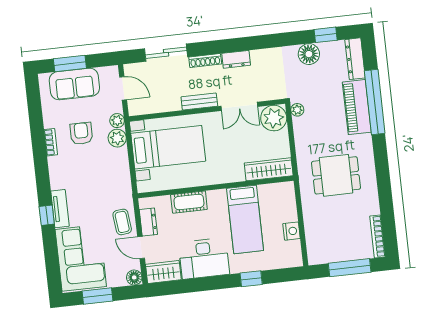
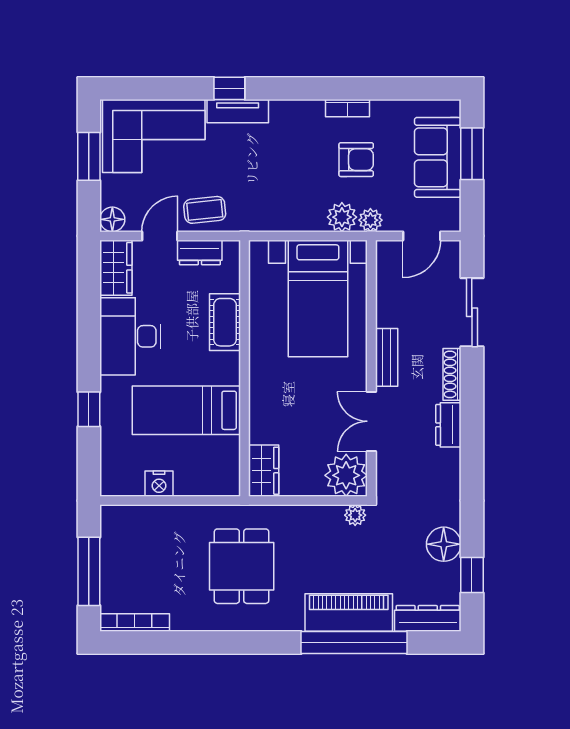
wardrobe: (269, 169) -> (264, 471), width x0.67

